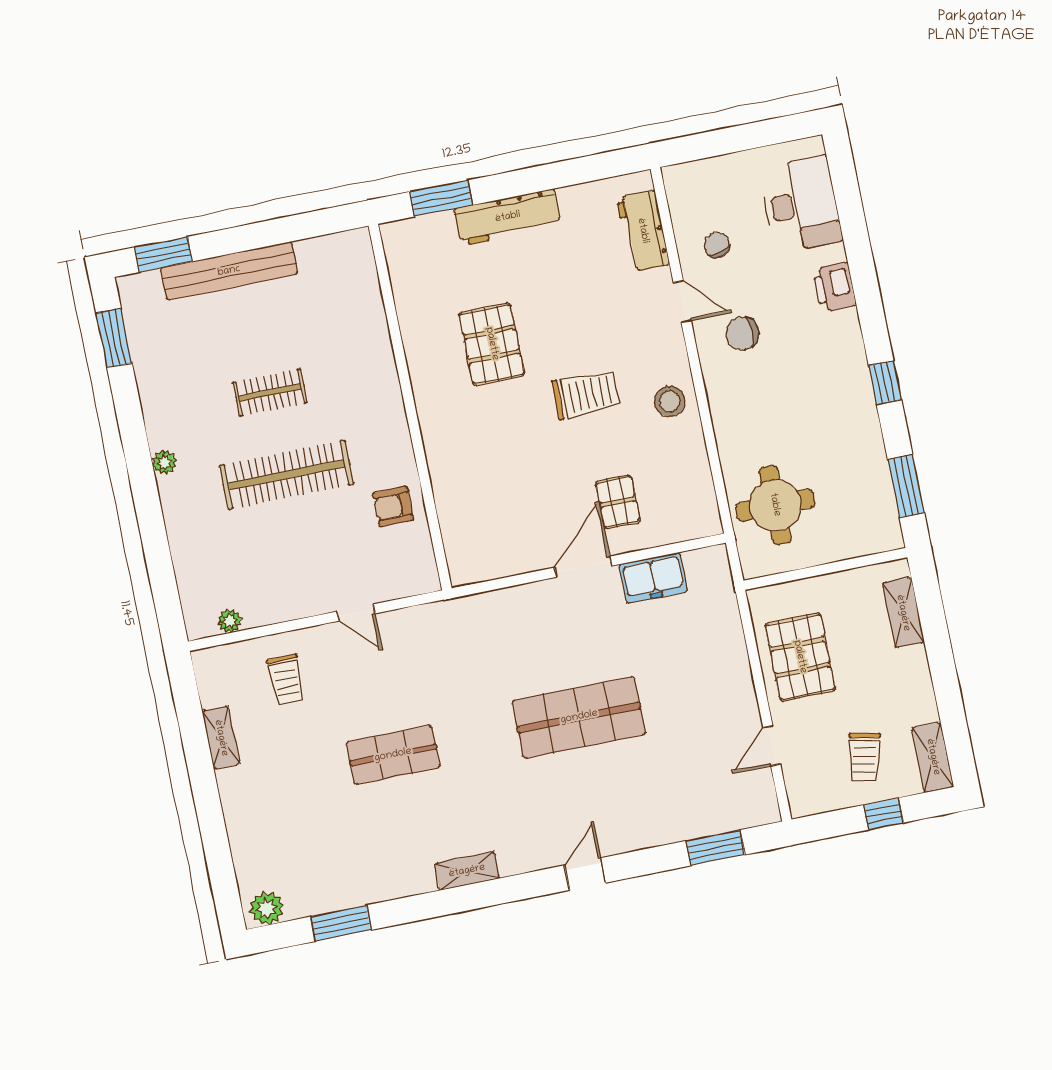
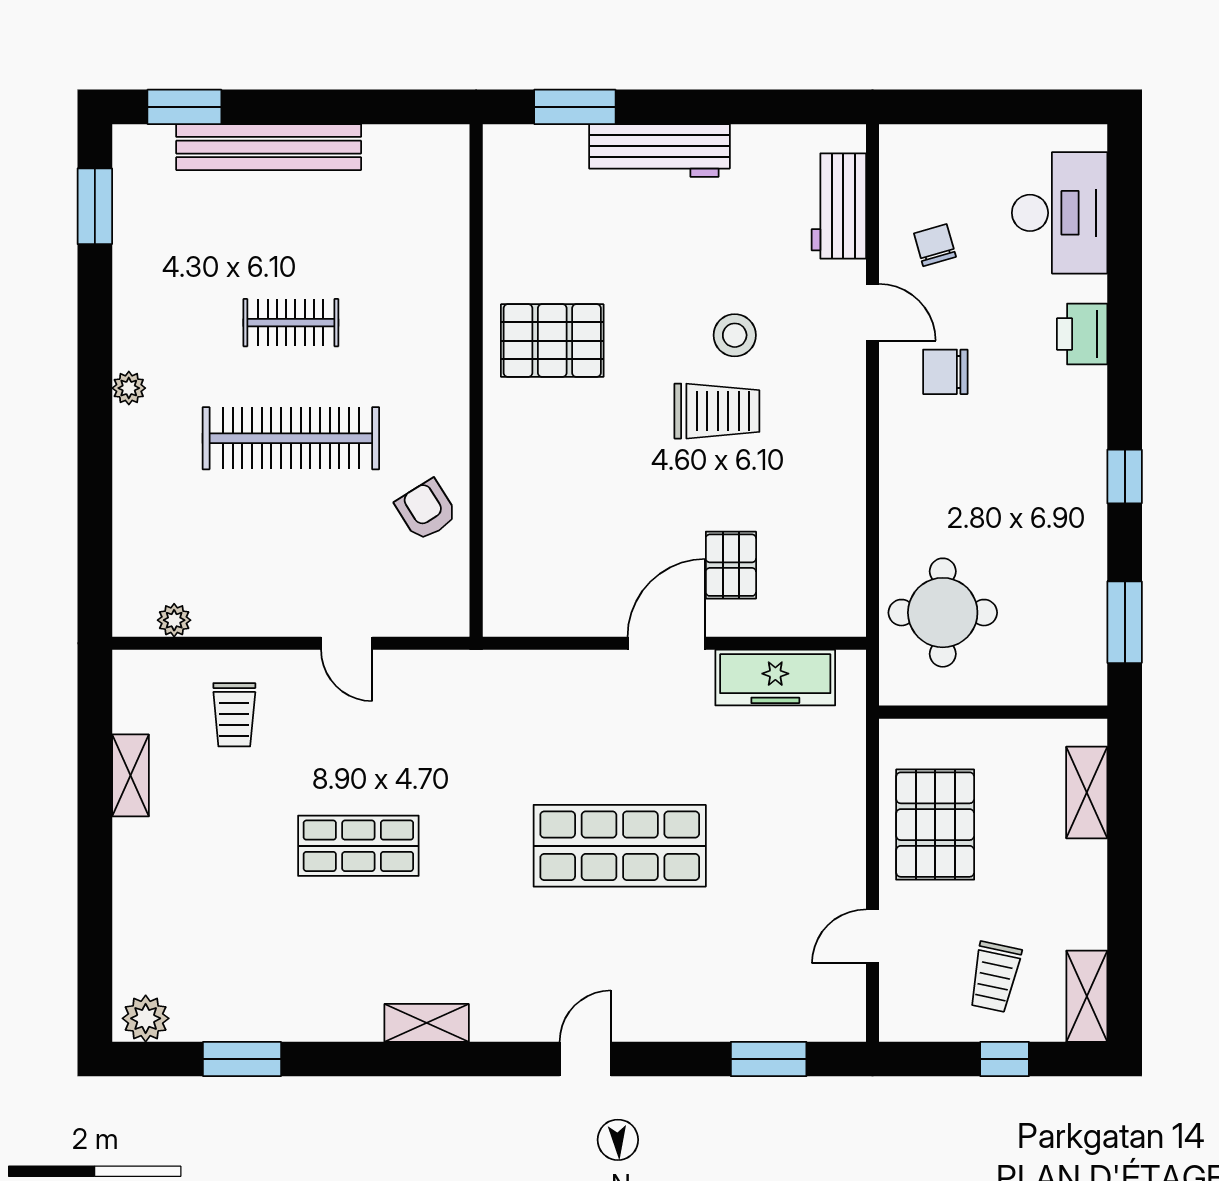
pallet: (492, 344) -> (552, 341), moved, turned 90
stool: (670, 401) -> (735, 335), moved
armchair: (393, 506) -> (426, 510), turned 58
freezer: (653, 578) -> (775, 678), width x1.40

